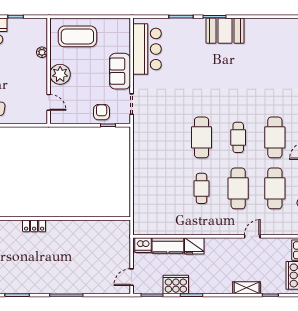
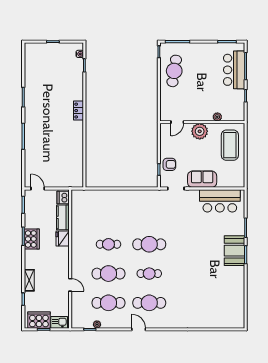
booth: (225, 31) -> (235, 251), moved
cooker: (176, 285) -> (32, 239), moved

